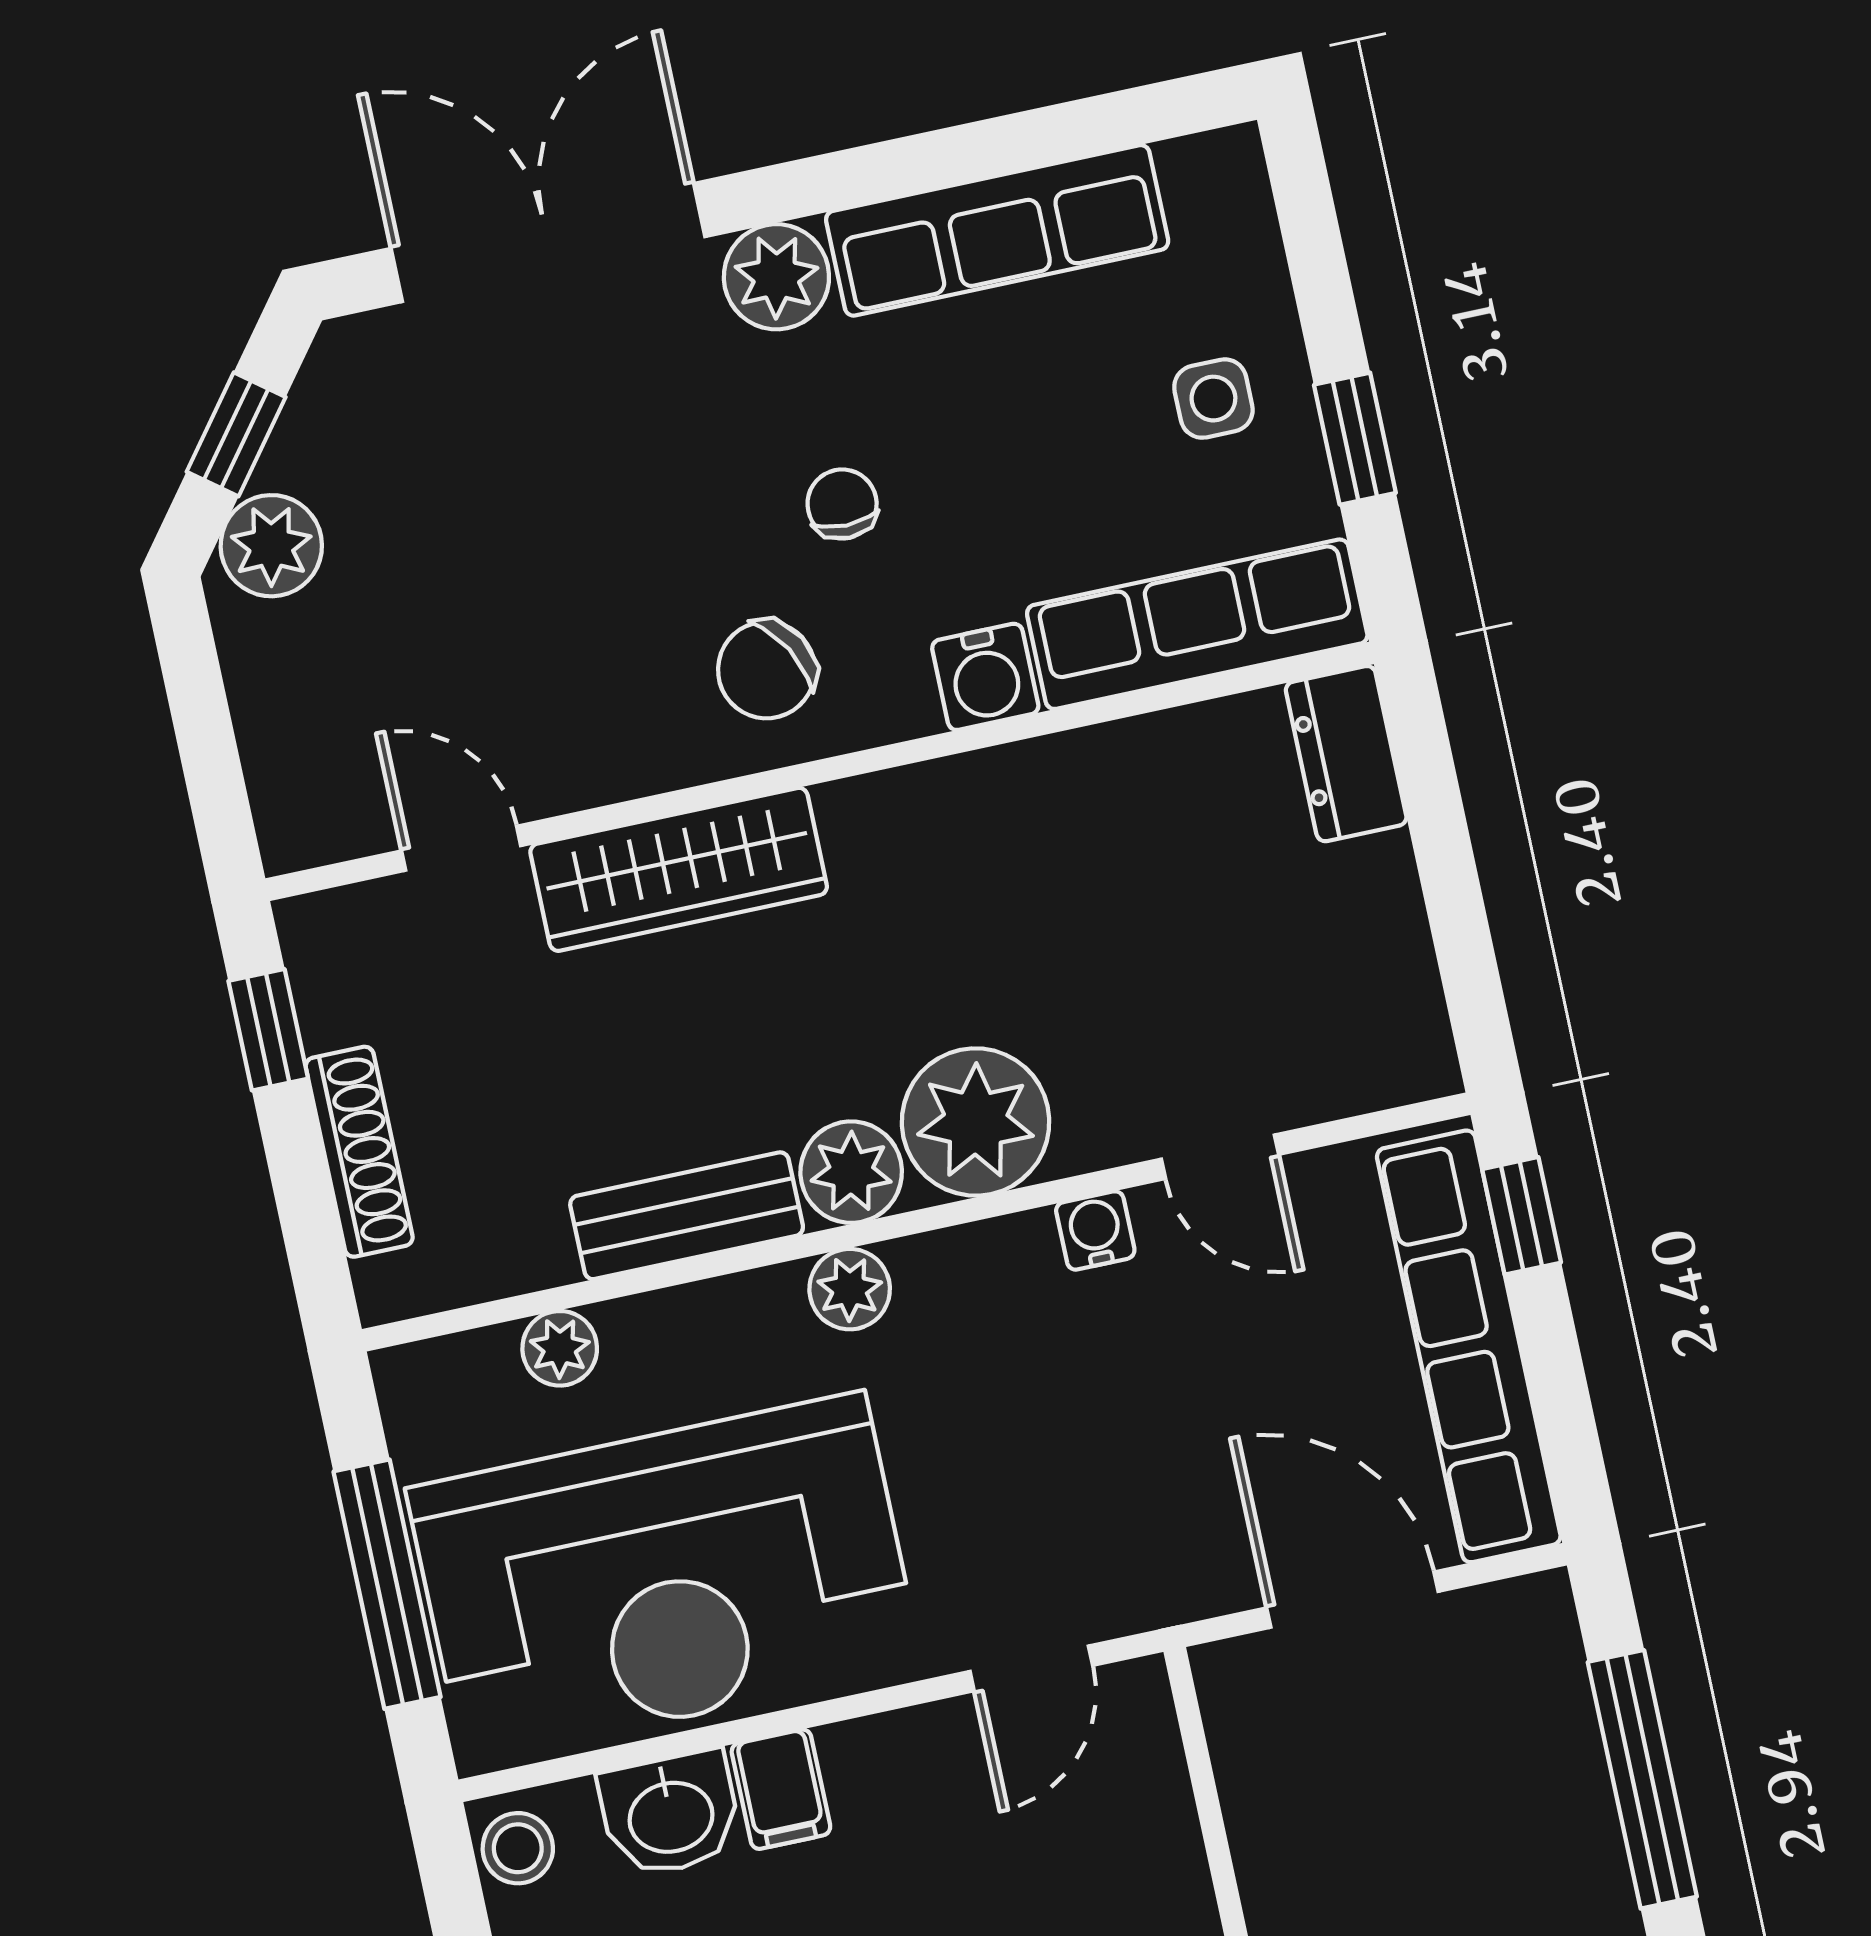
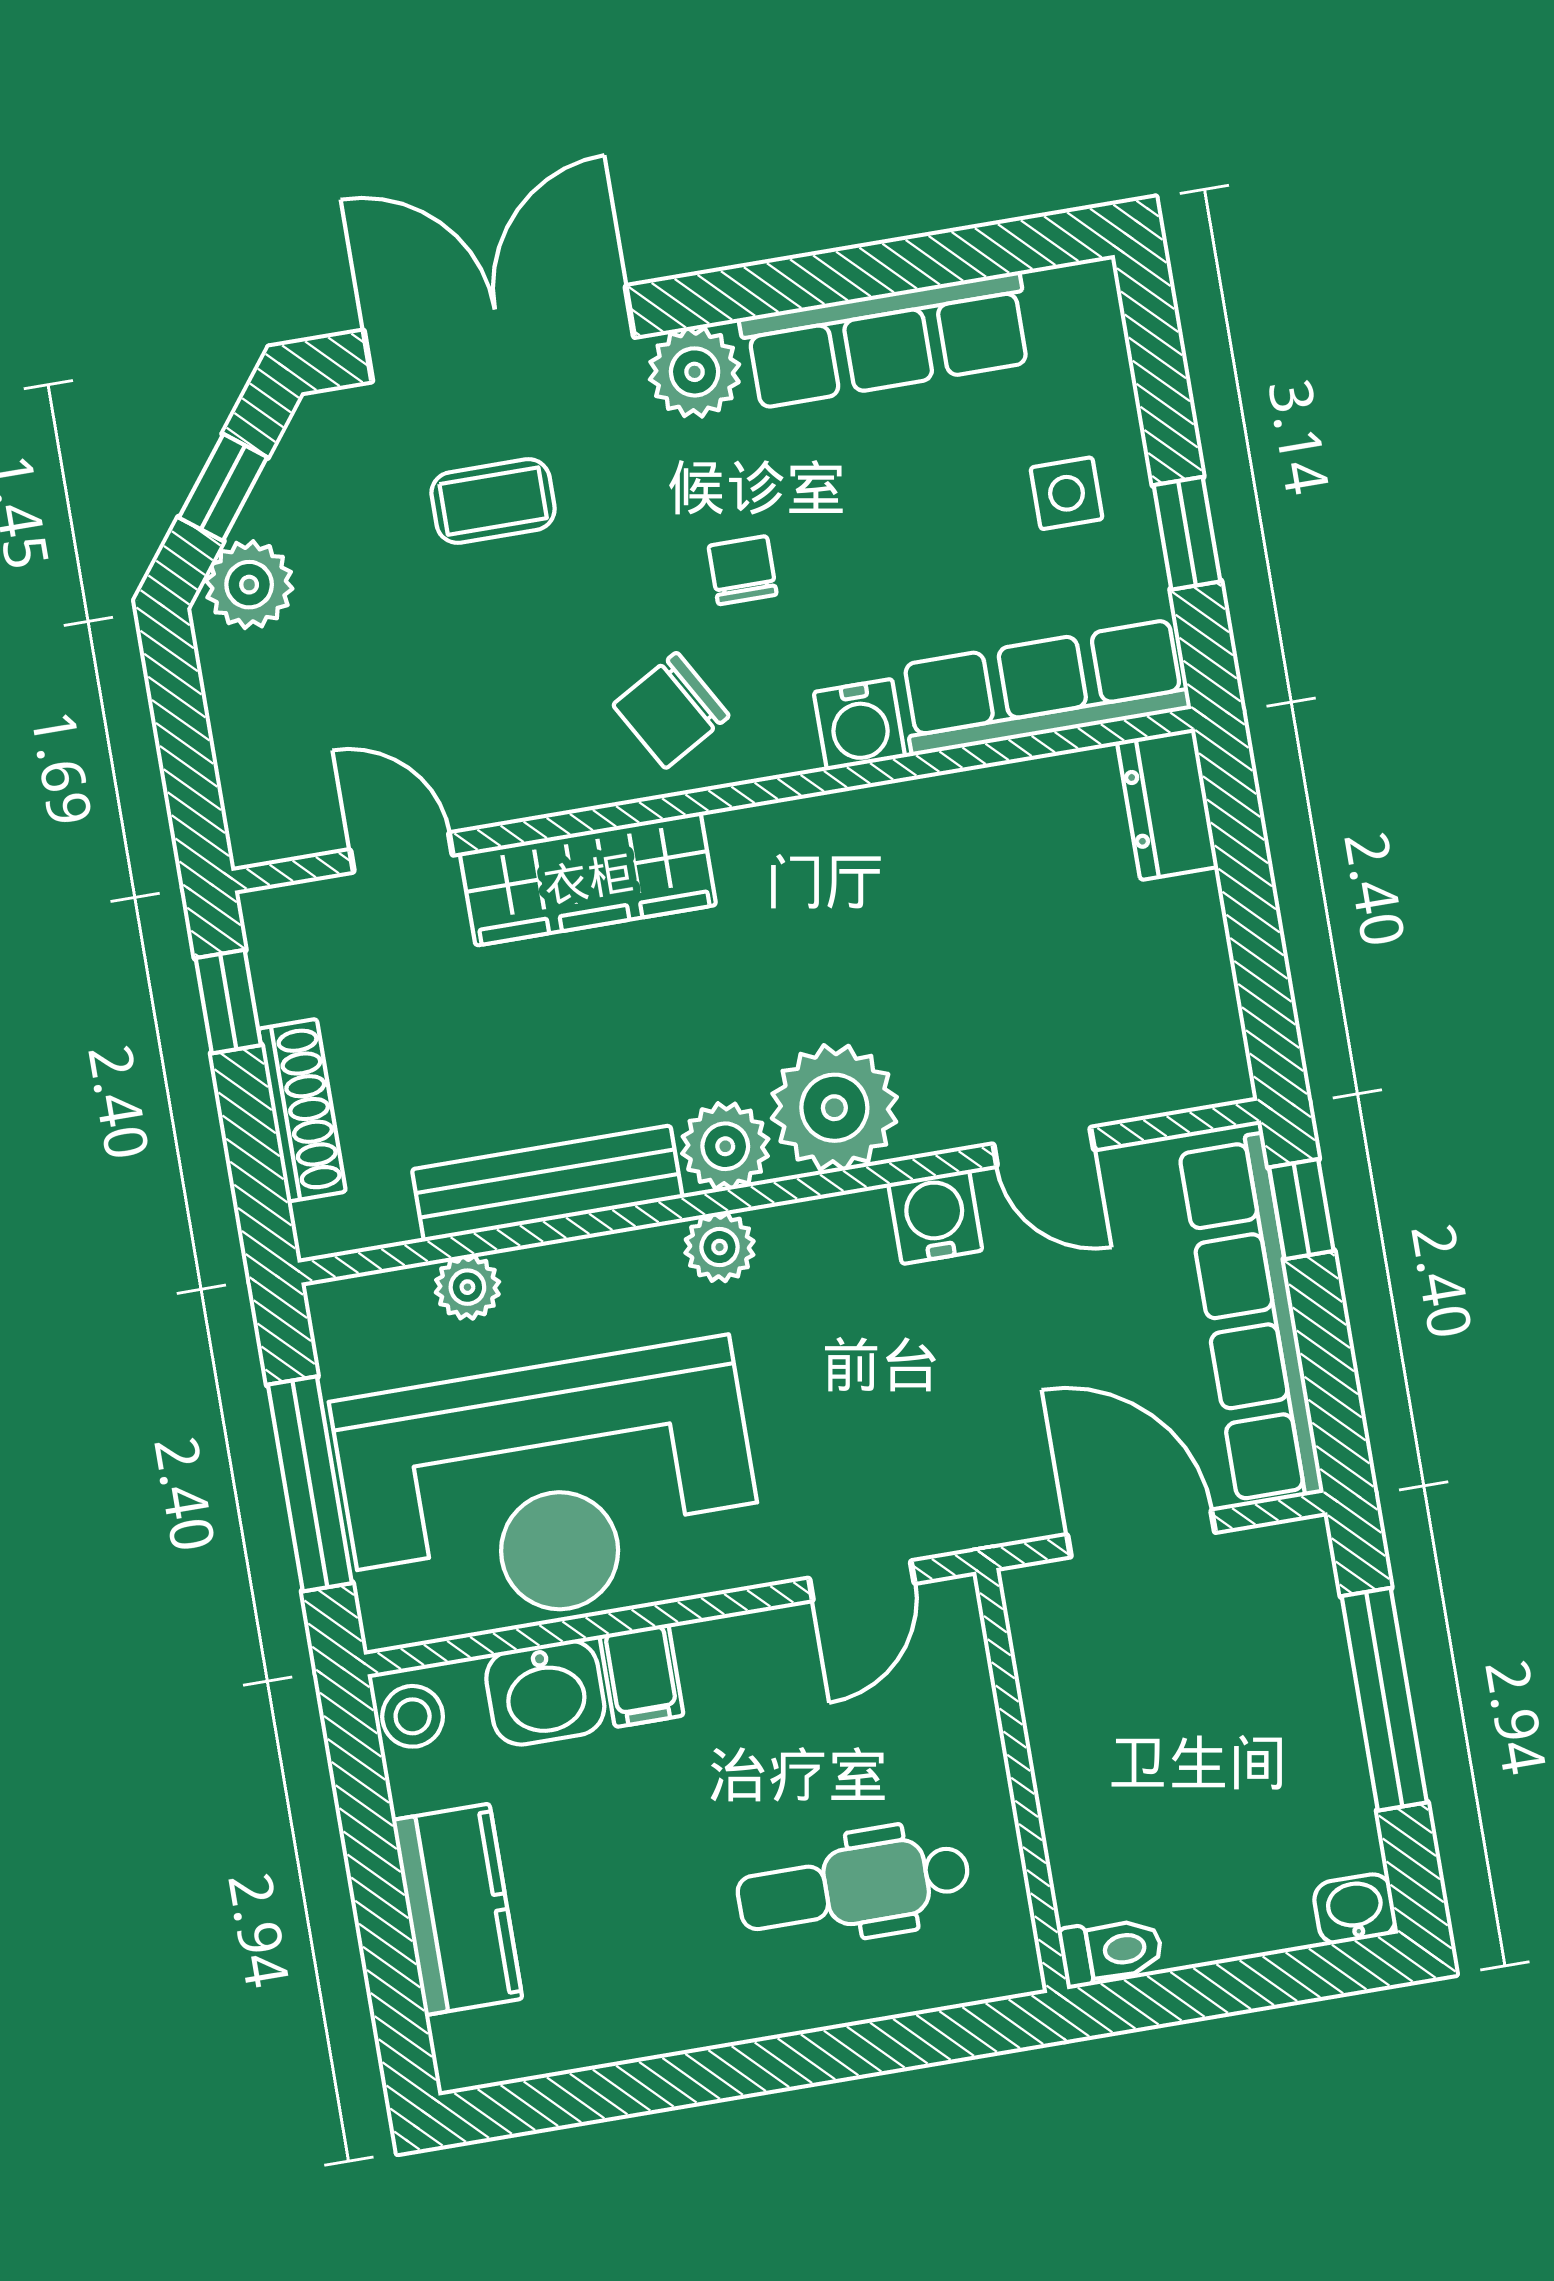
coffee table: (550, 437) -> (493, 501), added
bench: (687, 1216) -> (547, 1183), width x1.36
water cooler: (1095, 1230) -> (935, 1217), width x1.38, depth x1.38

